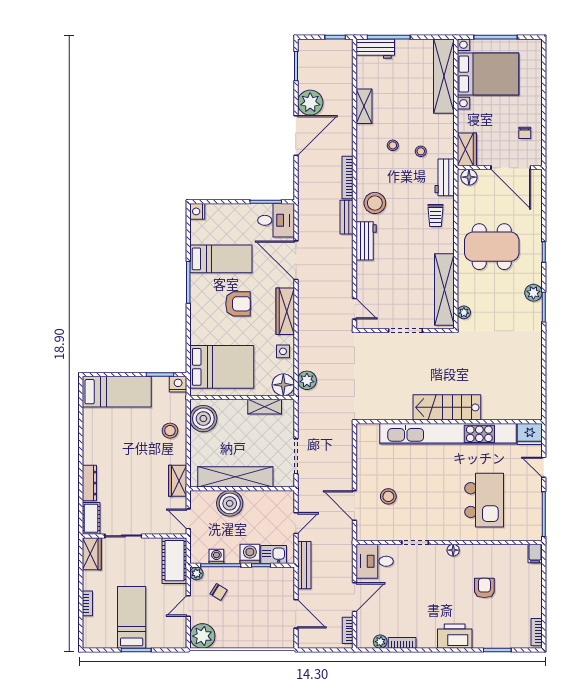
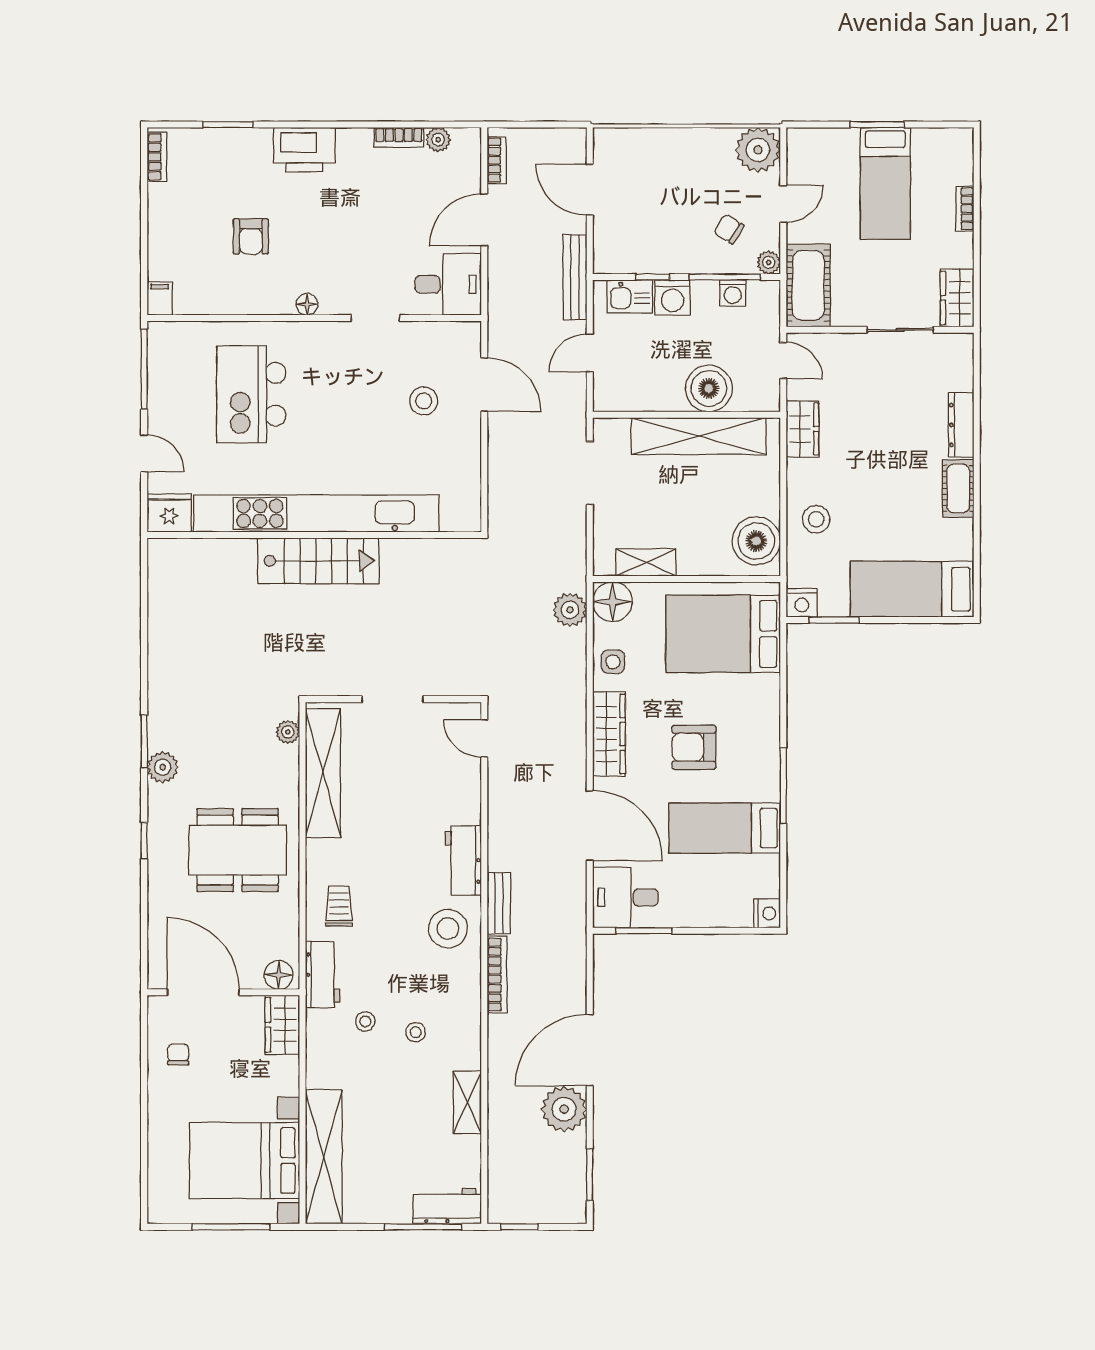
cot: (91, 518) -> (958, 488), moved

